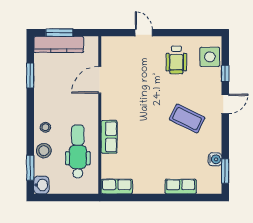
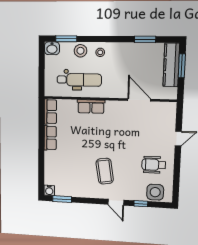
coffee table: (187, 118) -> (105, 171), turned -35
water cooler: (215, 159) -> (49, 190), moved
row of seats: (181, 187) -> (50, 138), moved

